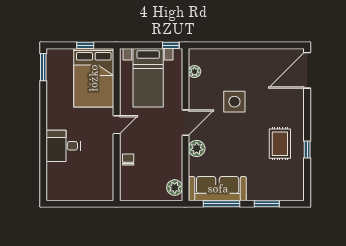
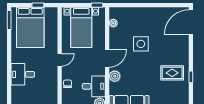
bed: (94, 78) -> (30, 27), moved
rug: (280, 144) -> (172, 73), turned 90
desk: (166, 163) -> (94, 86), added

